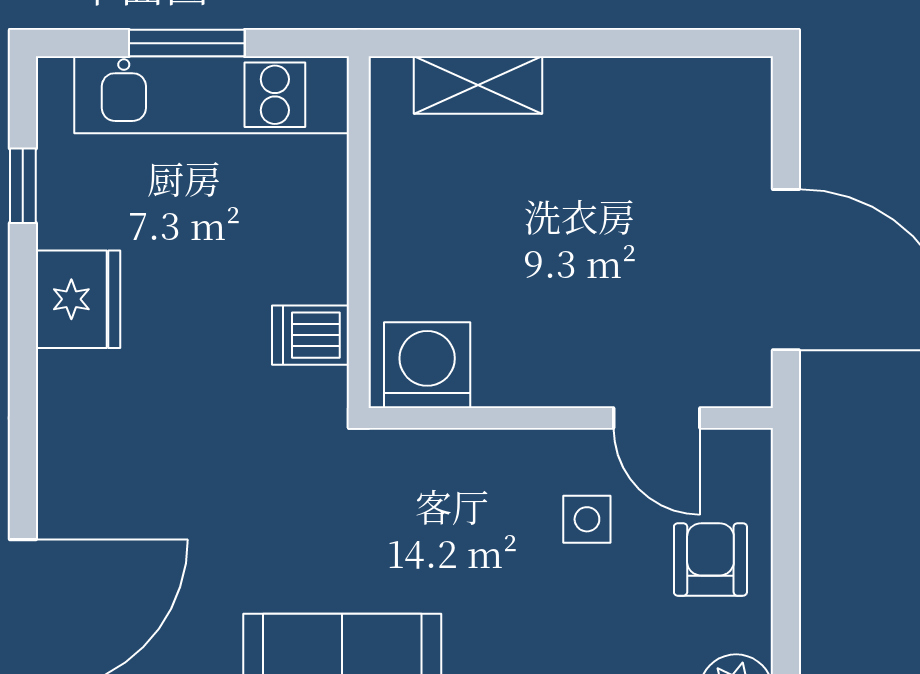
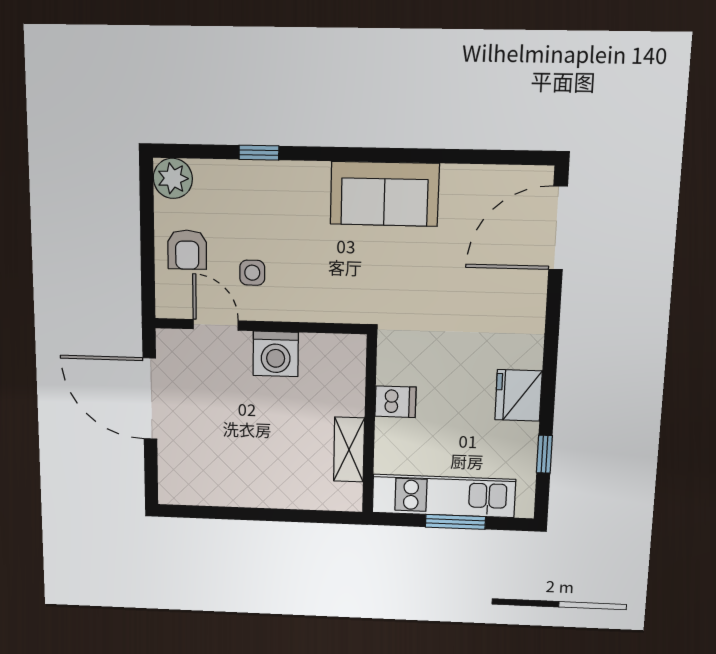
shelving: (478, 85) -> (349, 450), moved, turned 90
dishwasher: (310, 335) -> (395, 402), moved
washing machine: (427, 365) -> (276, 354), moved

